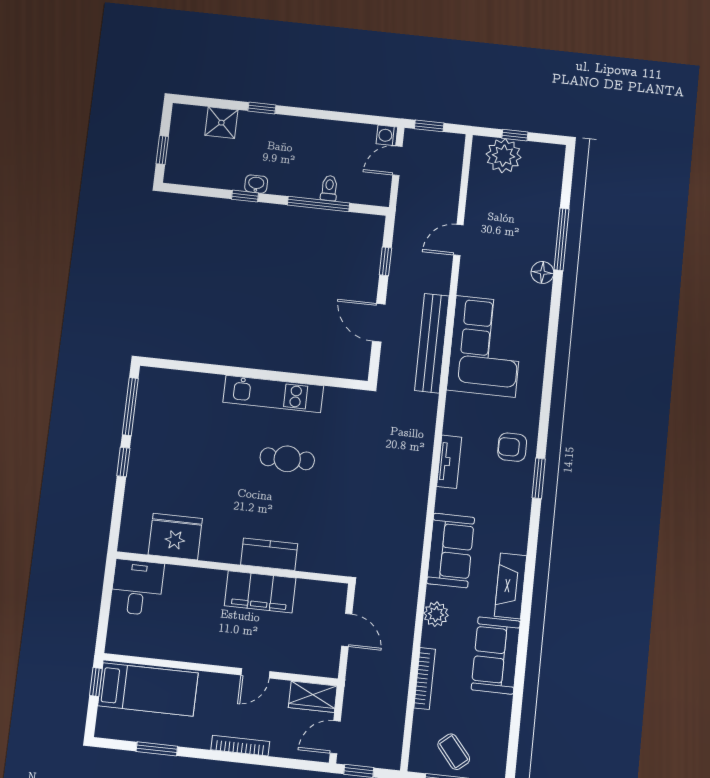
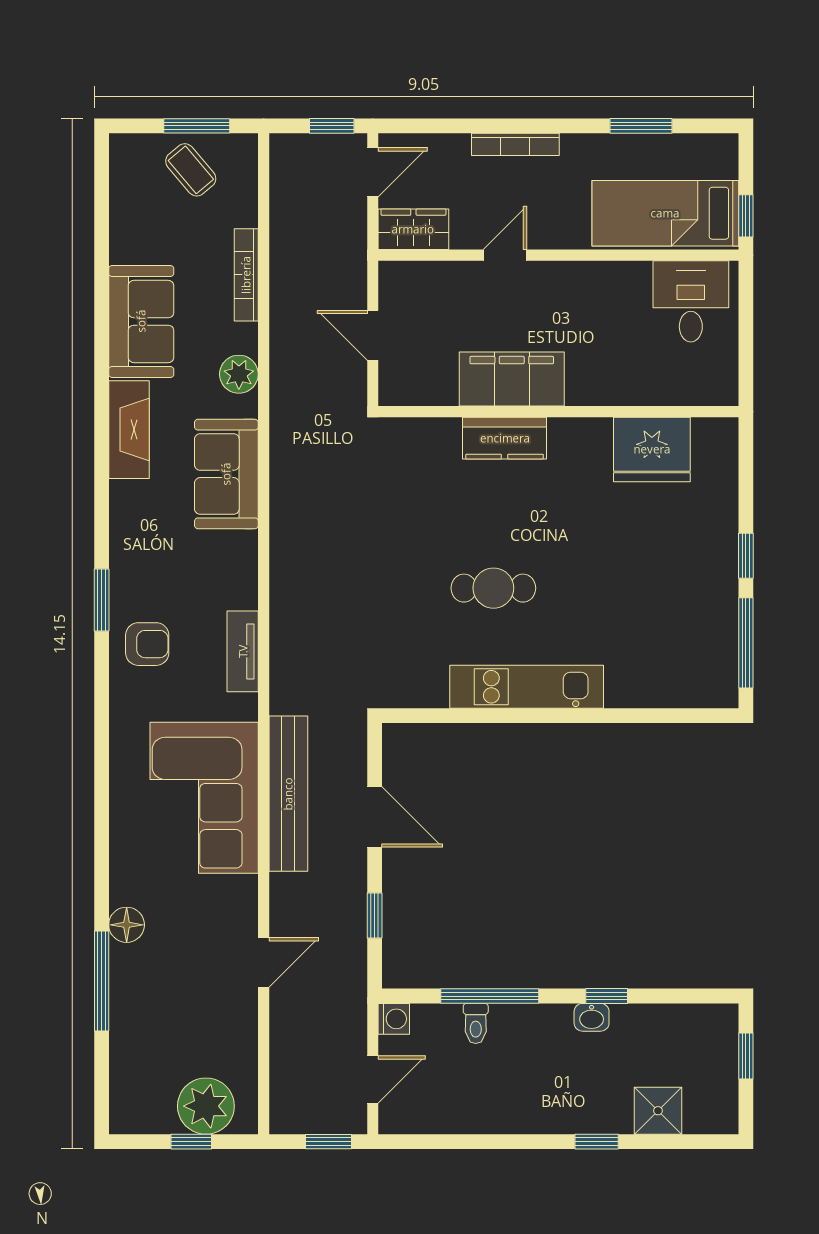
washing machine: (387, 135) -> (394, 1019), moved
tv unit: (449, 462) -> (243, 651), moved
desk: (137, 587) -> (691, 301), moved, turned 180

